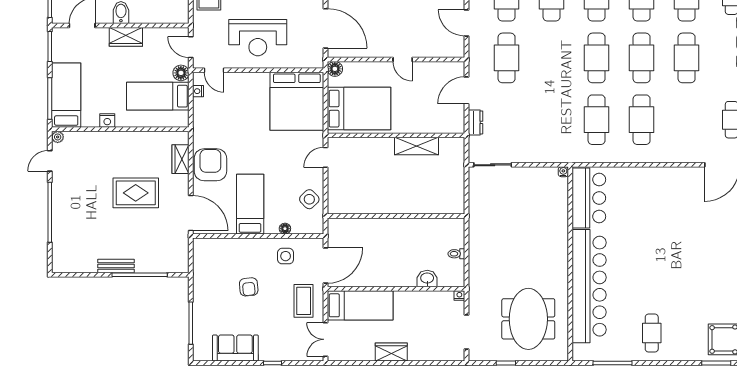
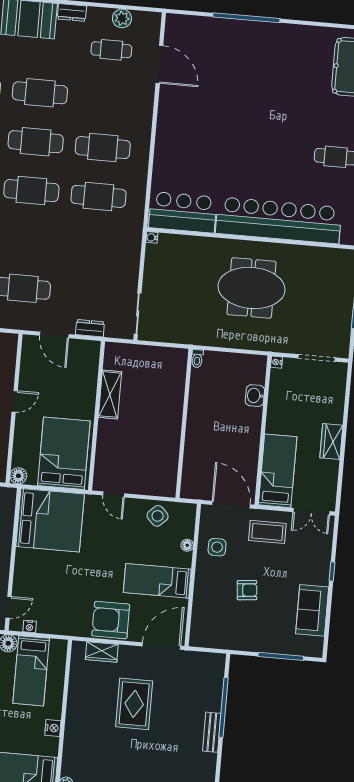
toilet: (456, 254) -> (197, 358), moved
meeting table: (528, 319) -> (251, 288), moved

